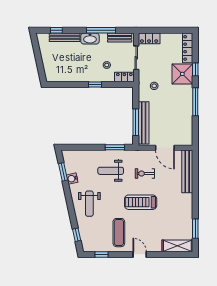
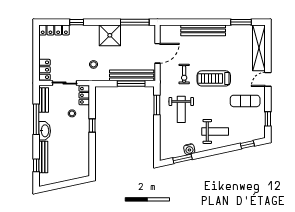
shower: (182, 74) -> (110, 35), moved
window: (195, 102) -> (135, 22), moved
bench: (187, 171) -> (203, 30), moved
treadmill: (141, 202) -> (214, 78), turned 90
shelving: (177, 246) -> (259, 48), width x1.47

